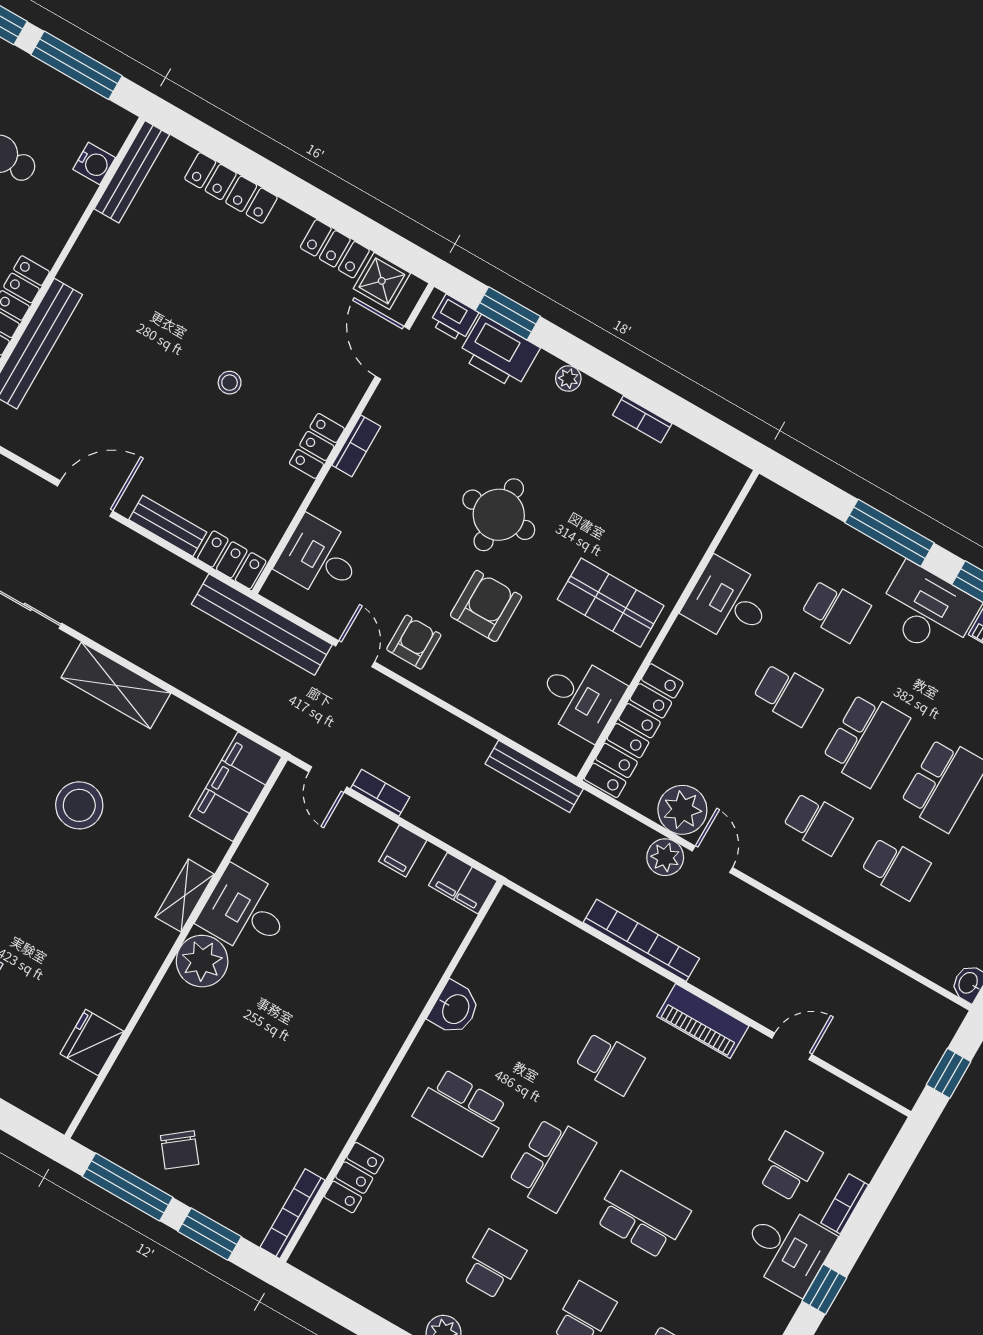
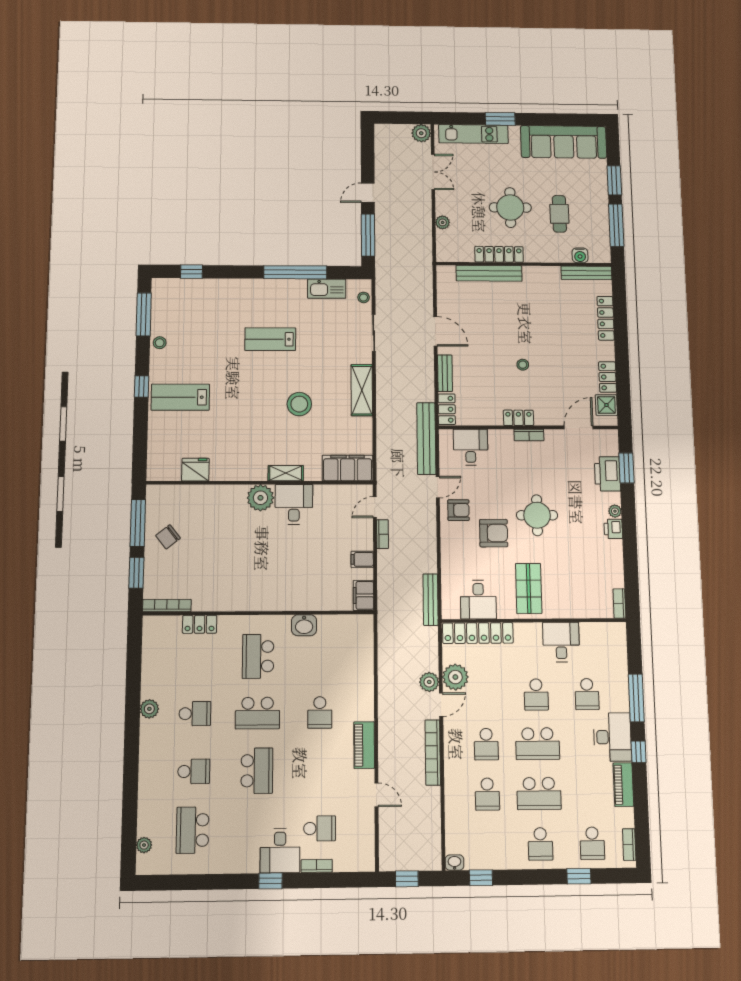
printer: (454, 318) -> (613, 529), moved
bookcase: (642, 419) -> (619, 603), moved
bookcase: (641, 940) -> (433, 752), moved, turned 180

